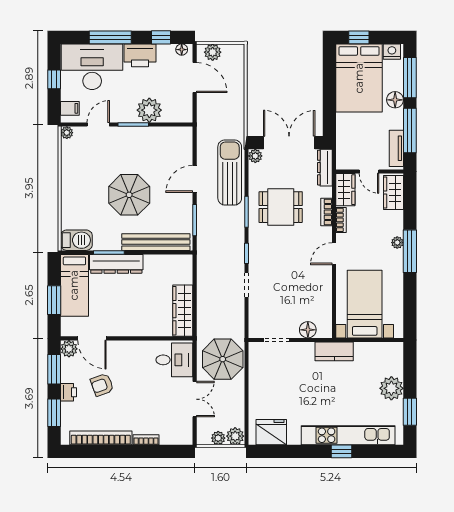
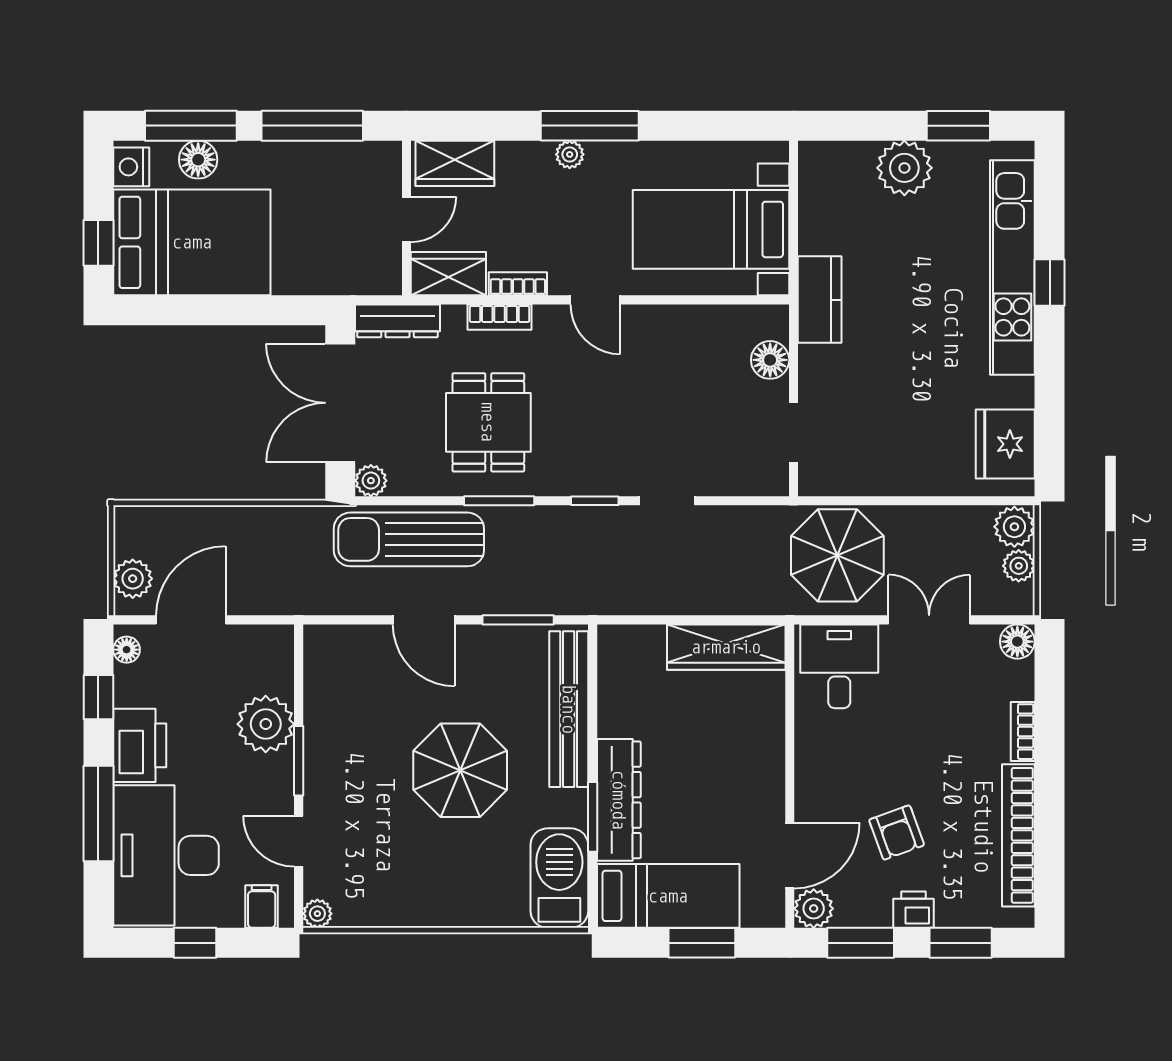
floor lamp: (395, 100) -> (198, 160), moved
tv unit: (396, 148) -> (353, 157), removed
barbecue: (76, 240) -> (559, 878), width x1.37, depth x1.21
floor lamp: (185, 437) -> (1017, 642), added

